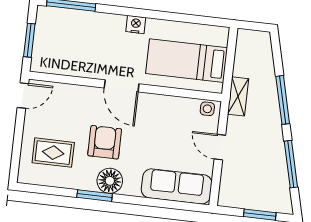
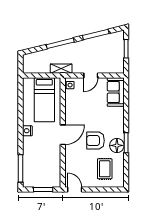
floor lamp: (110, 181) -> (117, 145), moved
sofa: (177, 186) -> (116, 92), width x0.73

